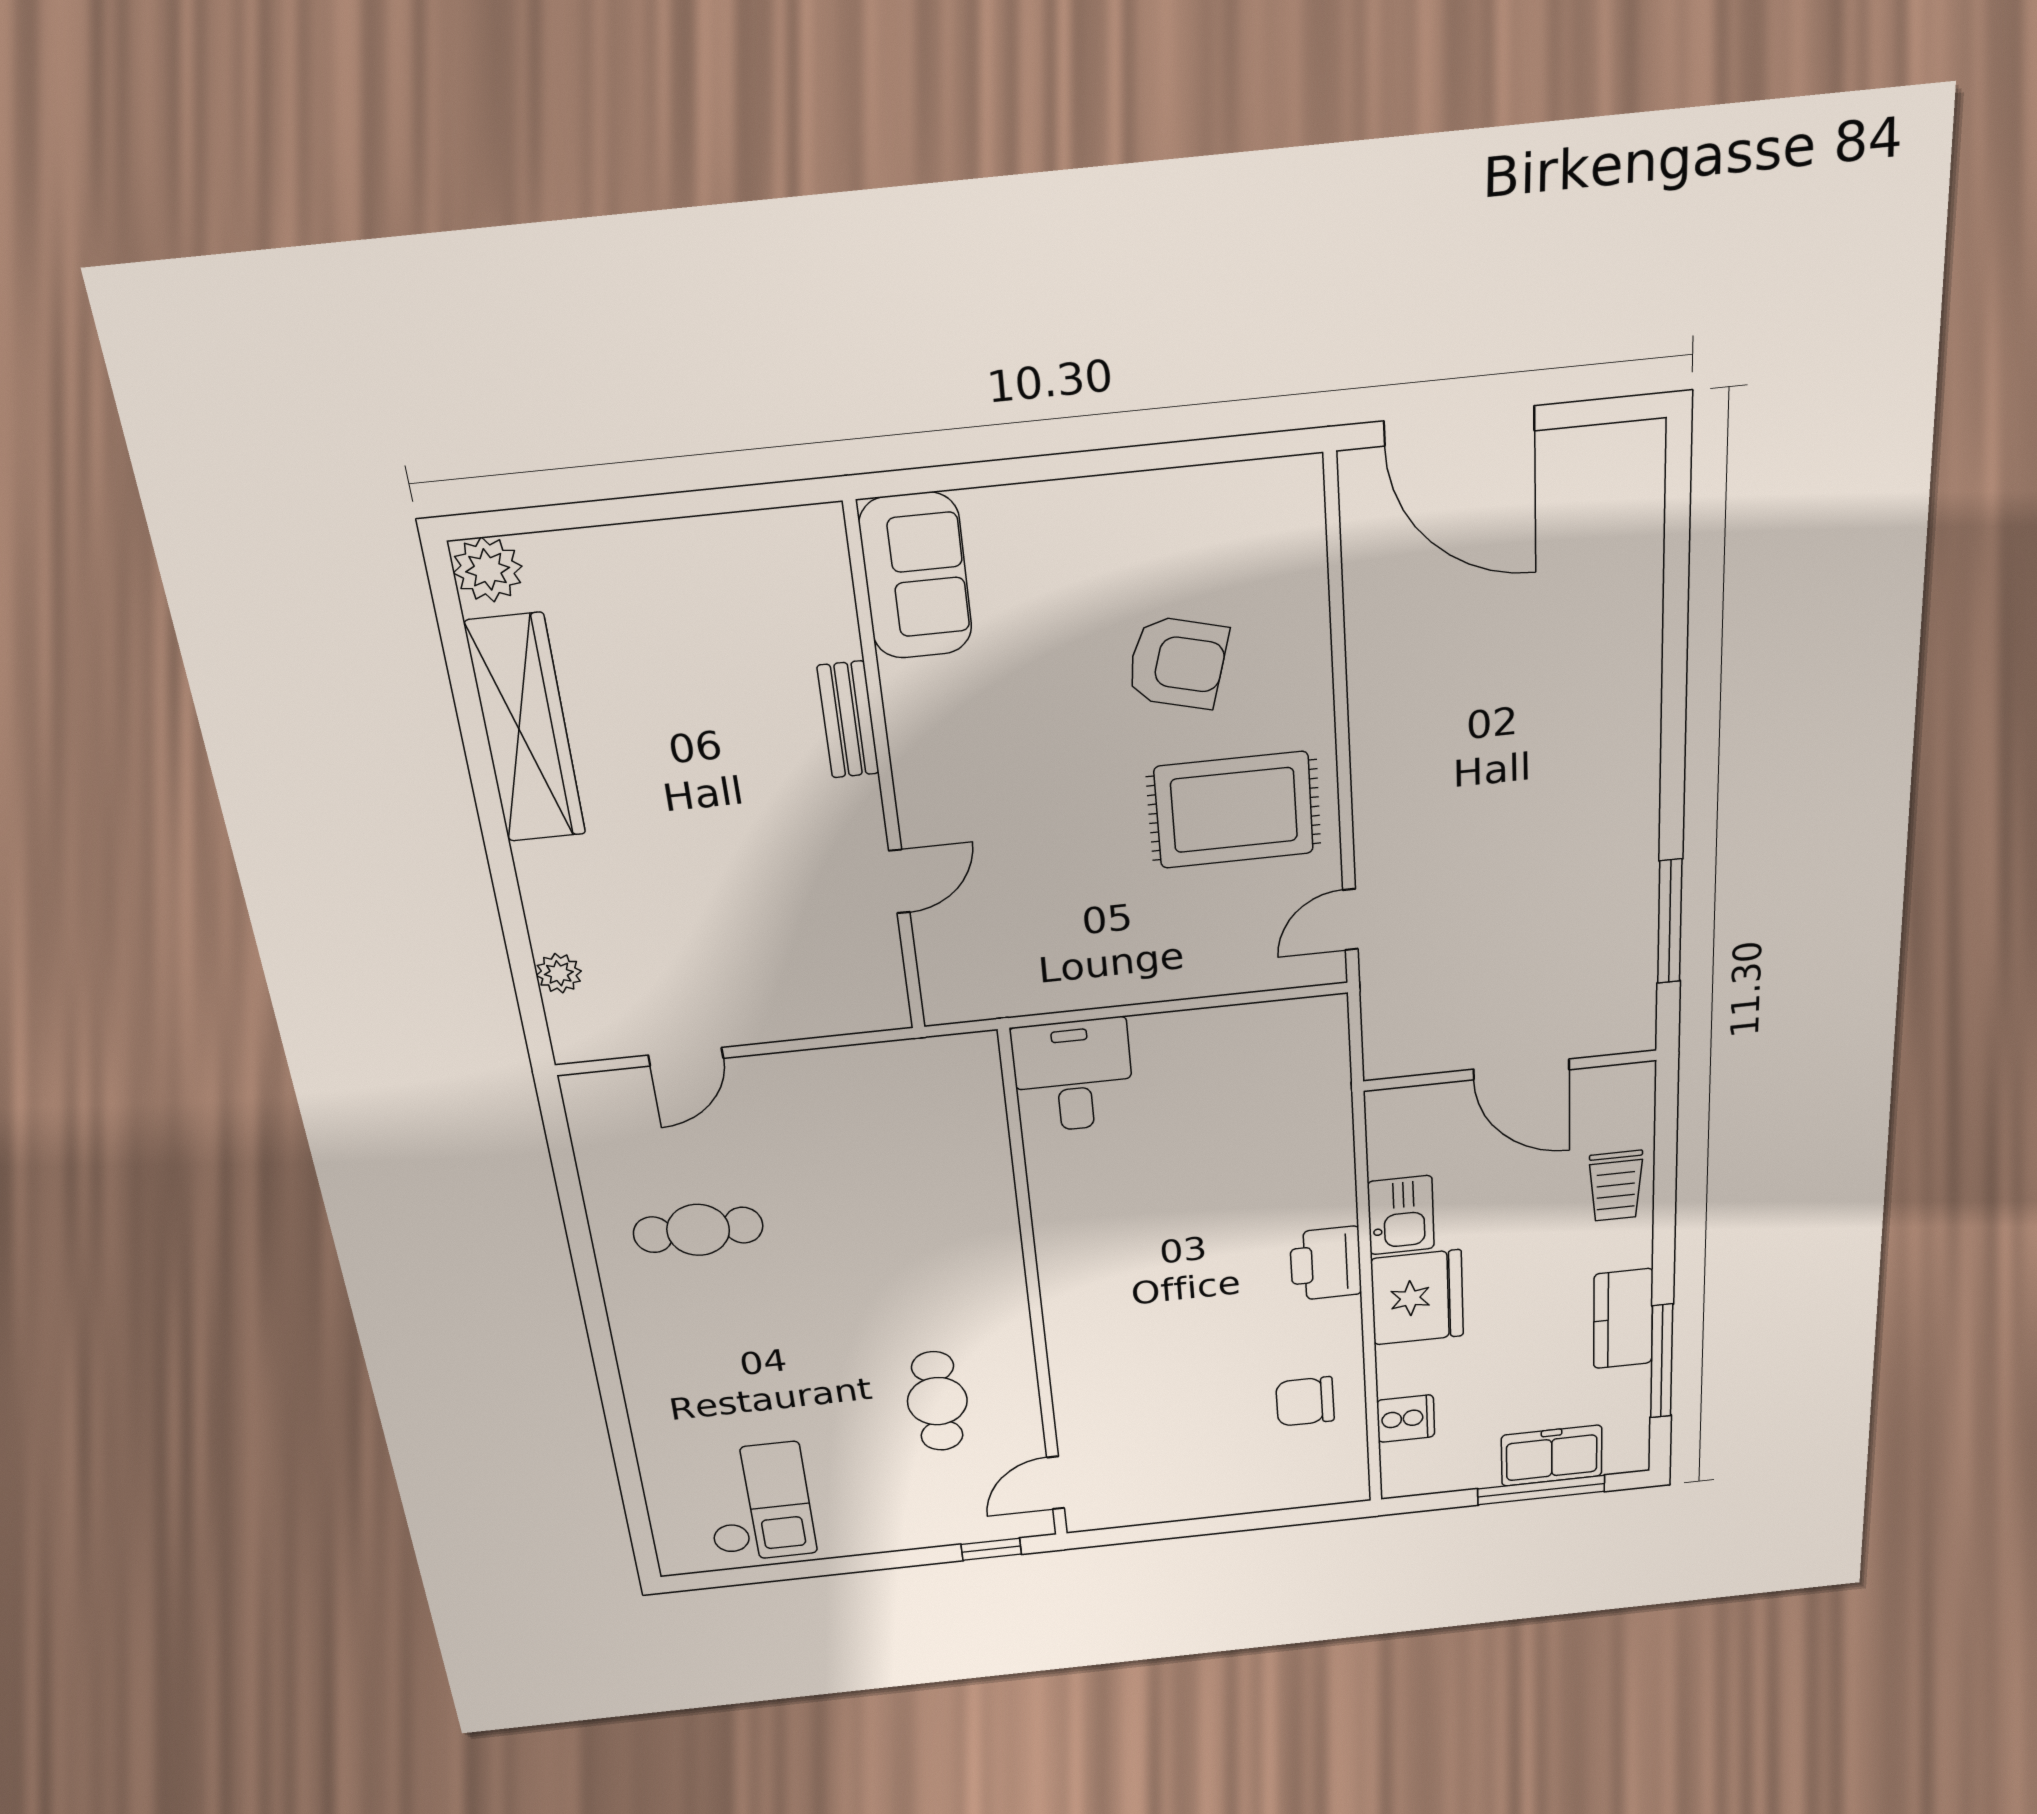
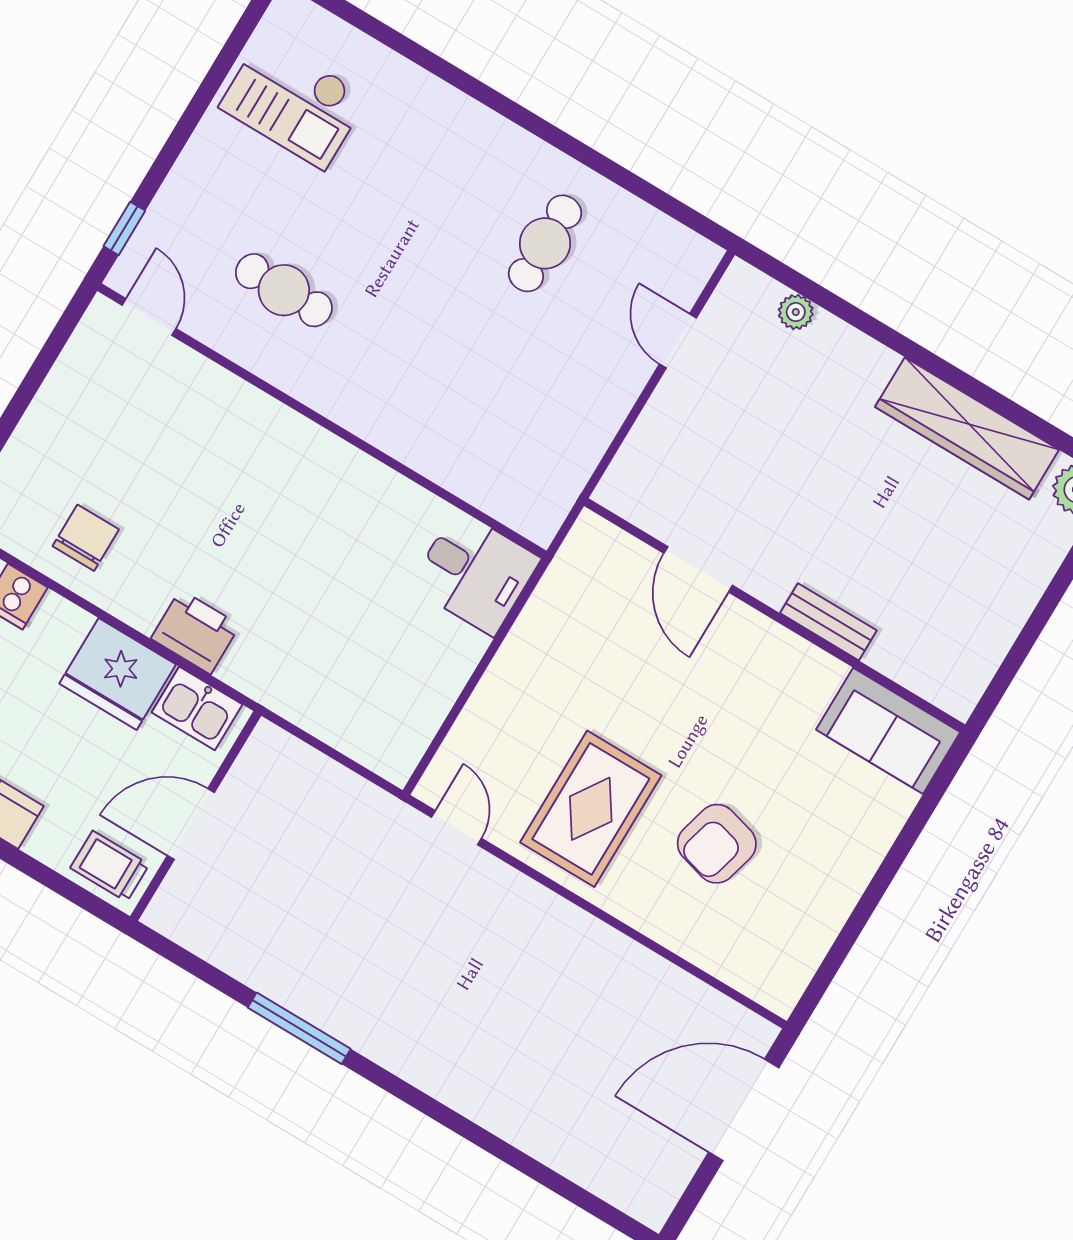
door: (899, 881) -> (698, 569), width x1.38
door: (1521, 1069) -> (191, 824), moved
wall: (1510, 1071) -> (196, 816), moved

